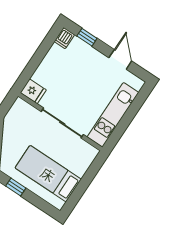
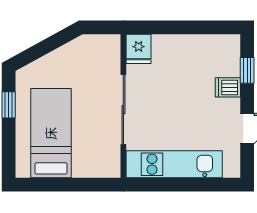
dishwasher: (64, 38) -> (228, 87), moved

